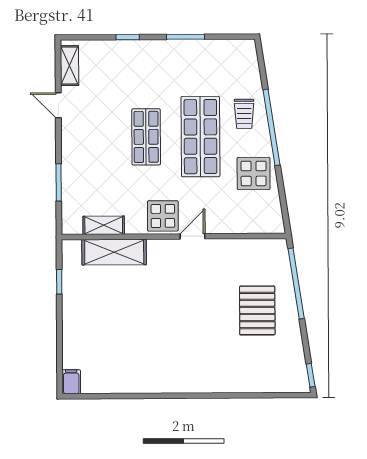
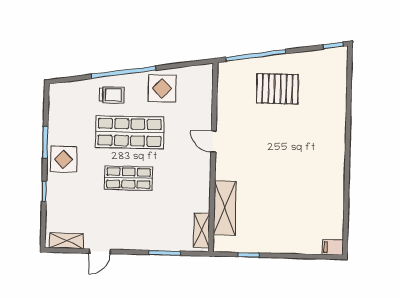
display table: (163, 216) -> (63, 159), moved
shelving: (104, 225) -> (201, 230), moved

